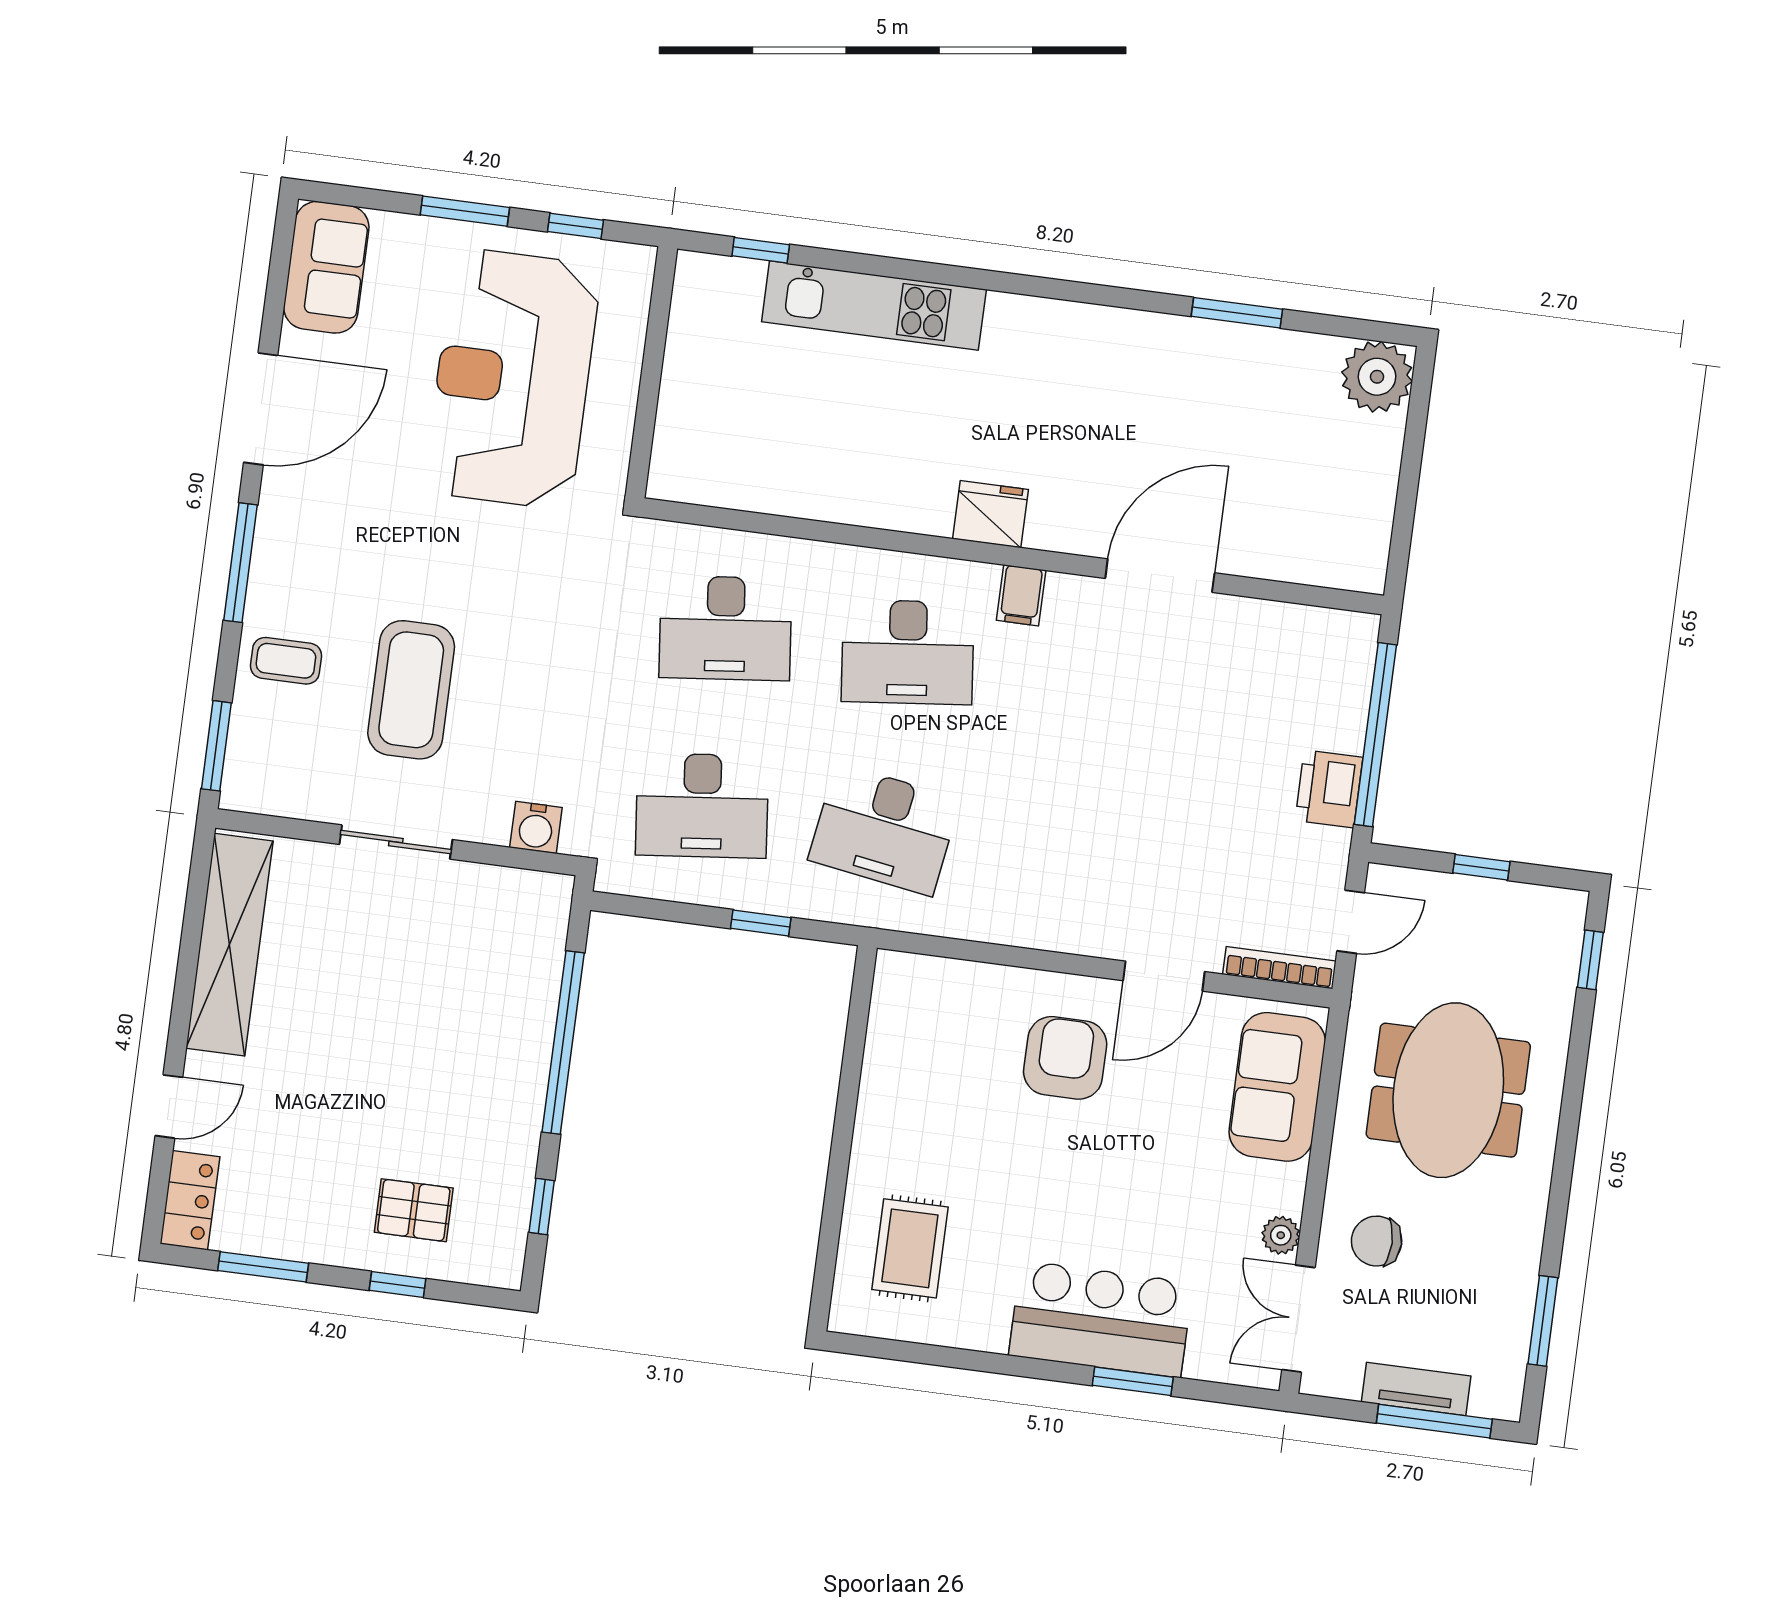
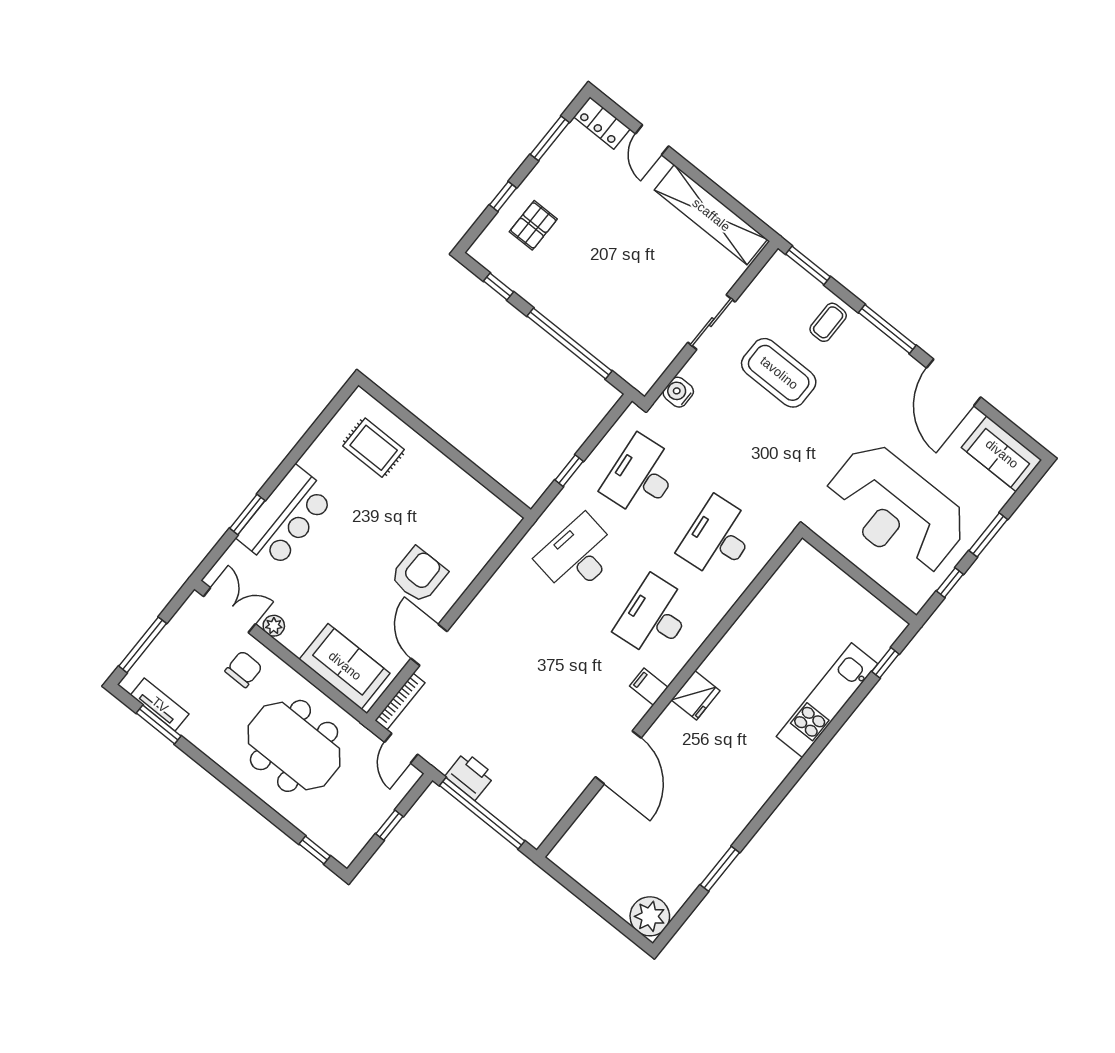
reception desk: (513, 379) -> (896, 509), turned 180
armchair: (1065, 1058) -> (419, 575), turned -90
tv unit: (1416, 1389) -> (160, 705), moved, turned -90

